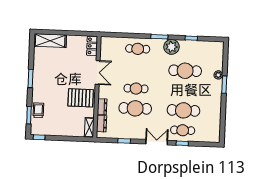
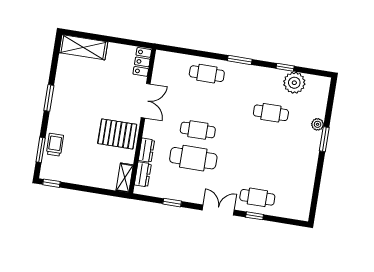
plant: (171, 47) -> (294, 83), moved
cafe table: (185, 71) -> (271, 113), width x0.73, depth x0.74
cafe table: (183, 110) -> (262, 169), removed

